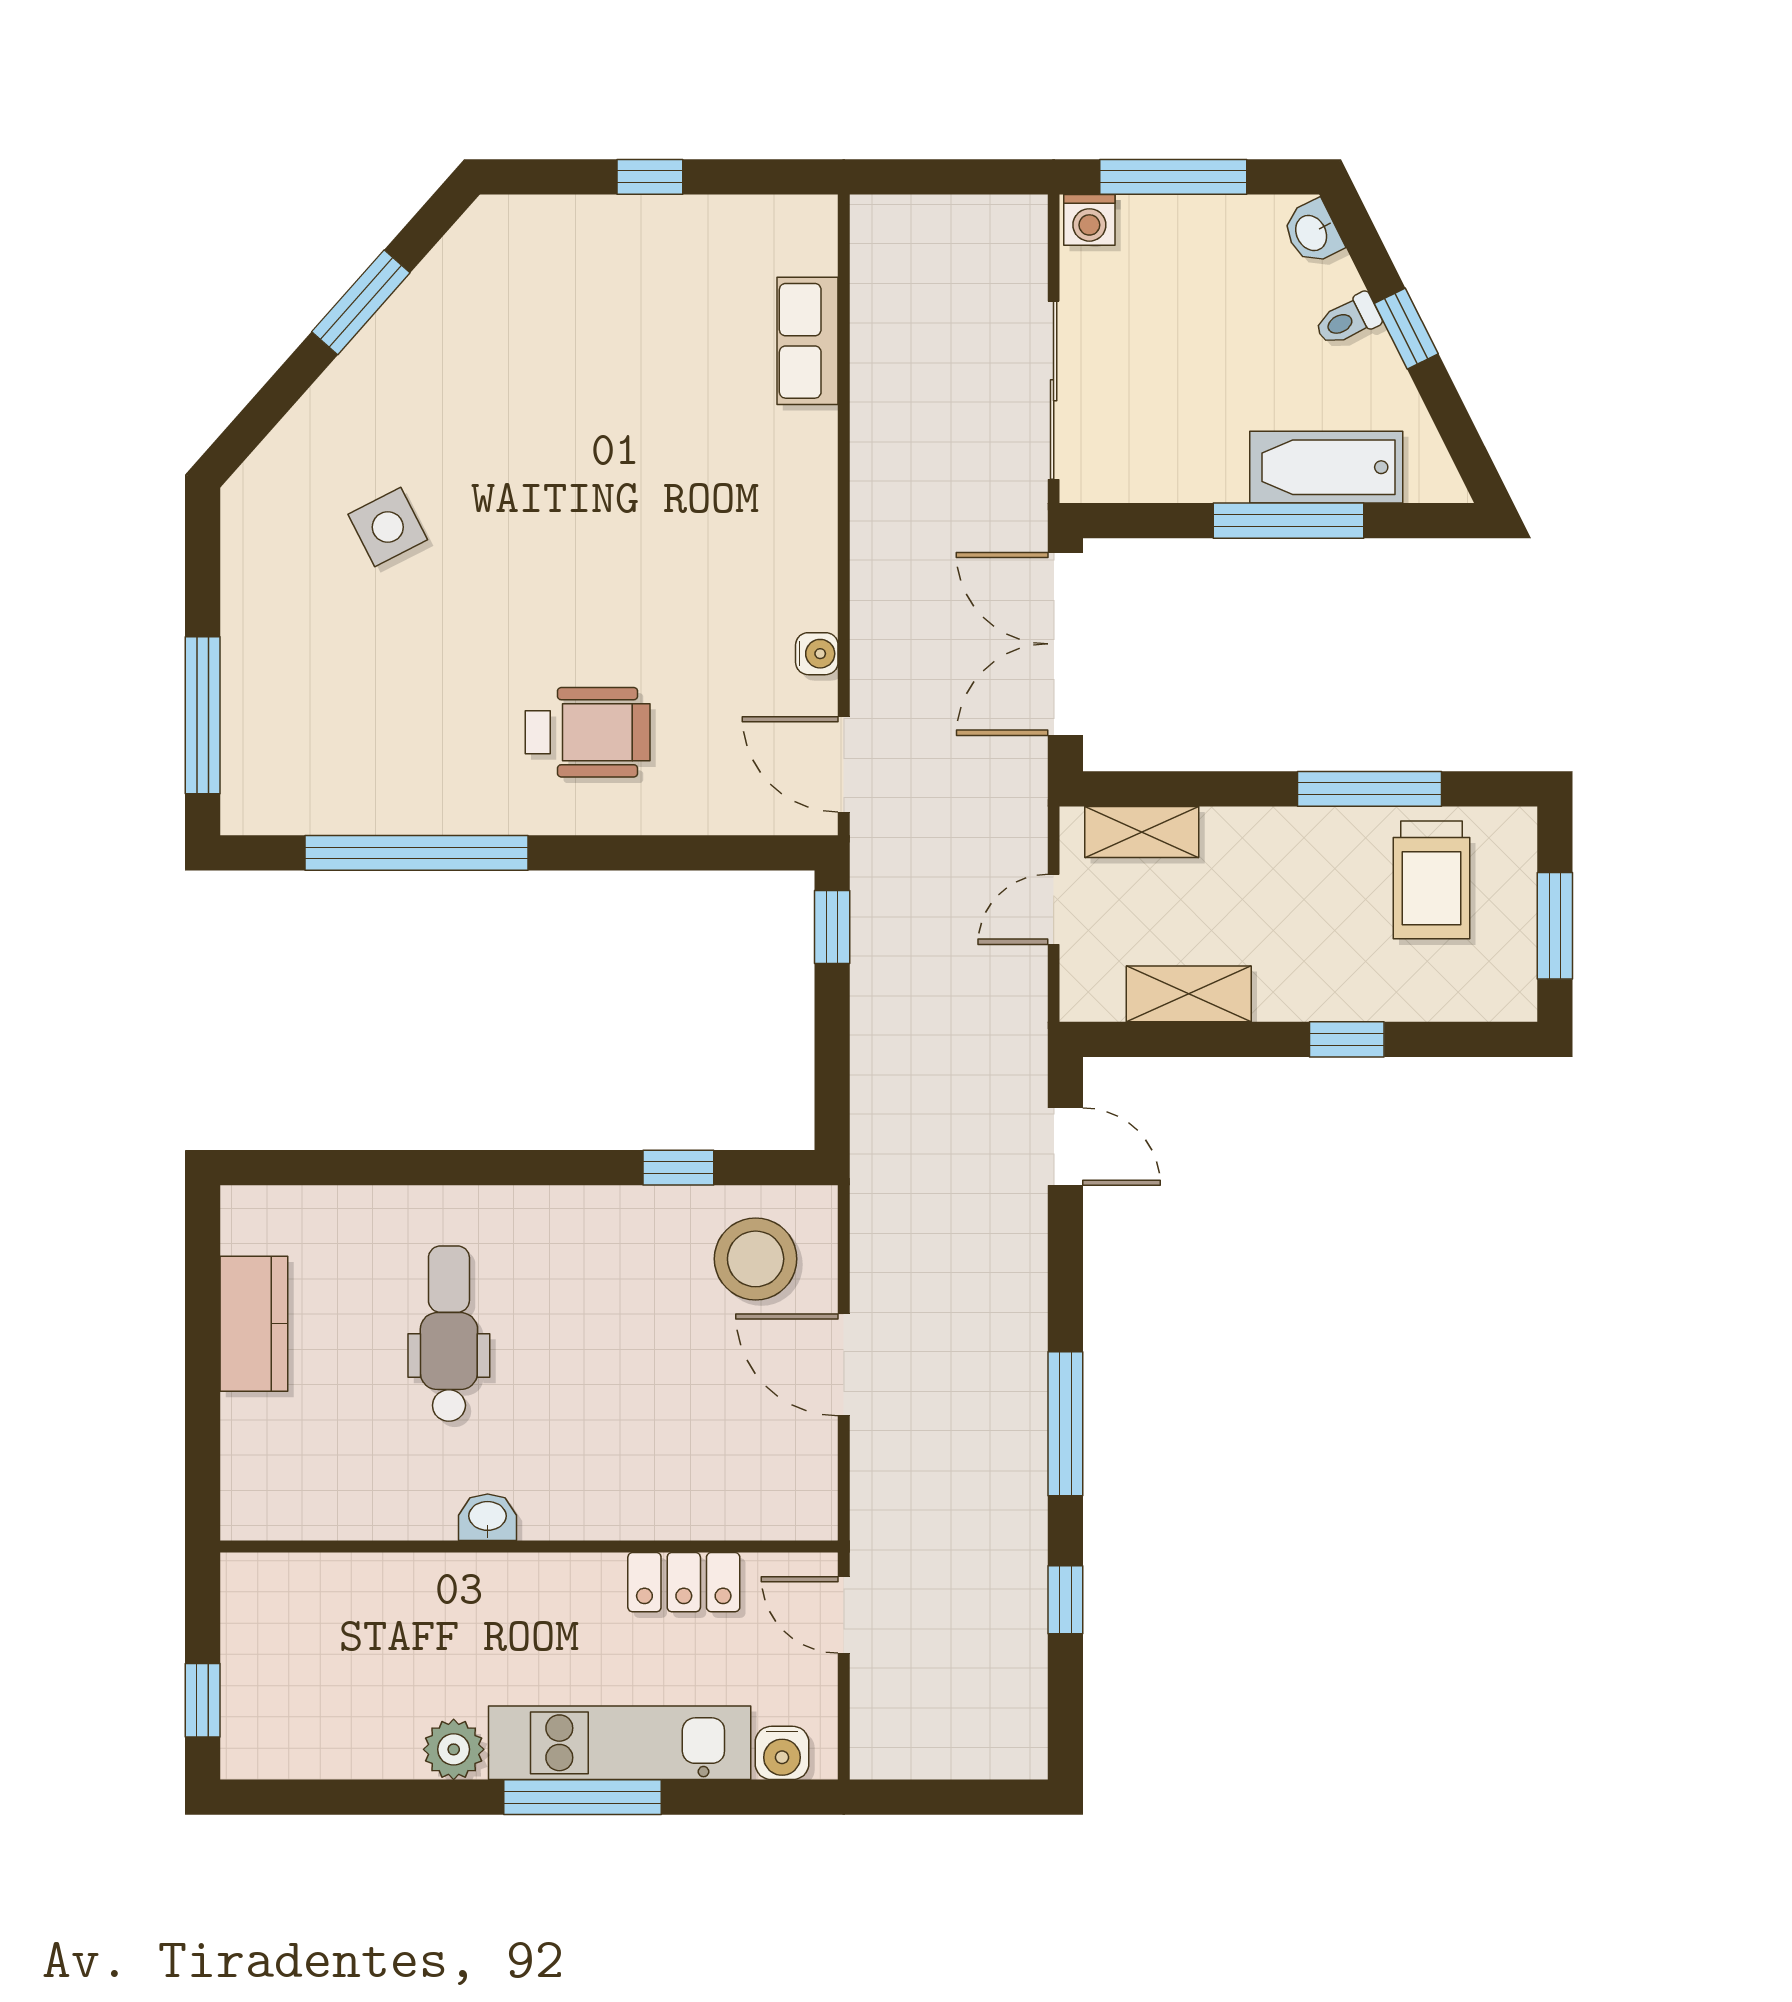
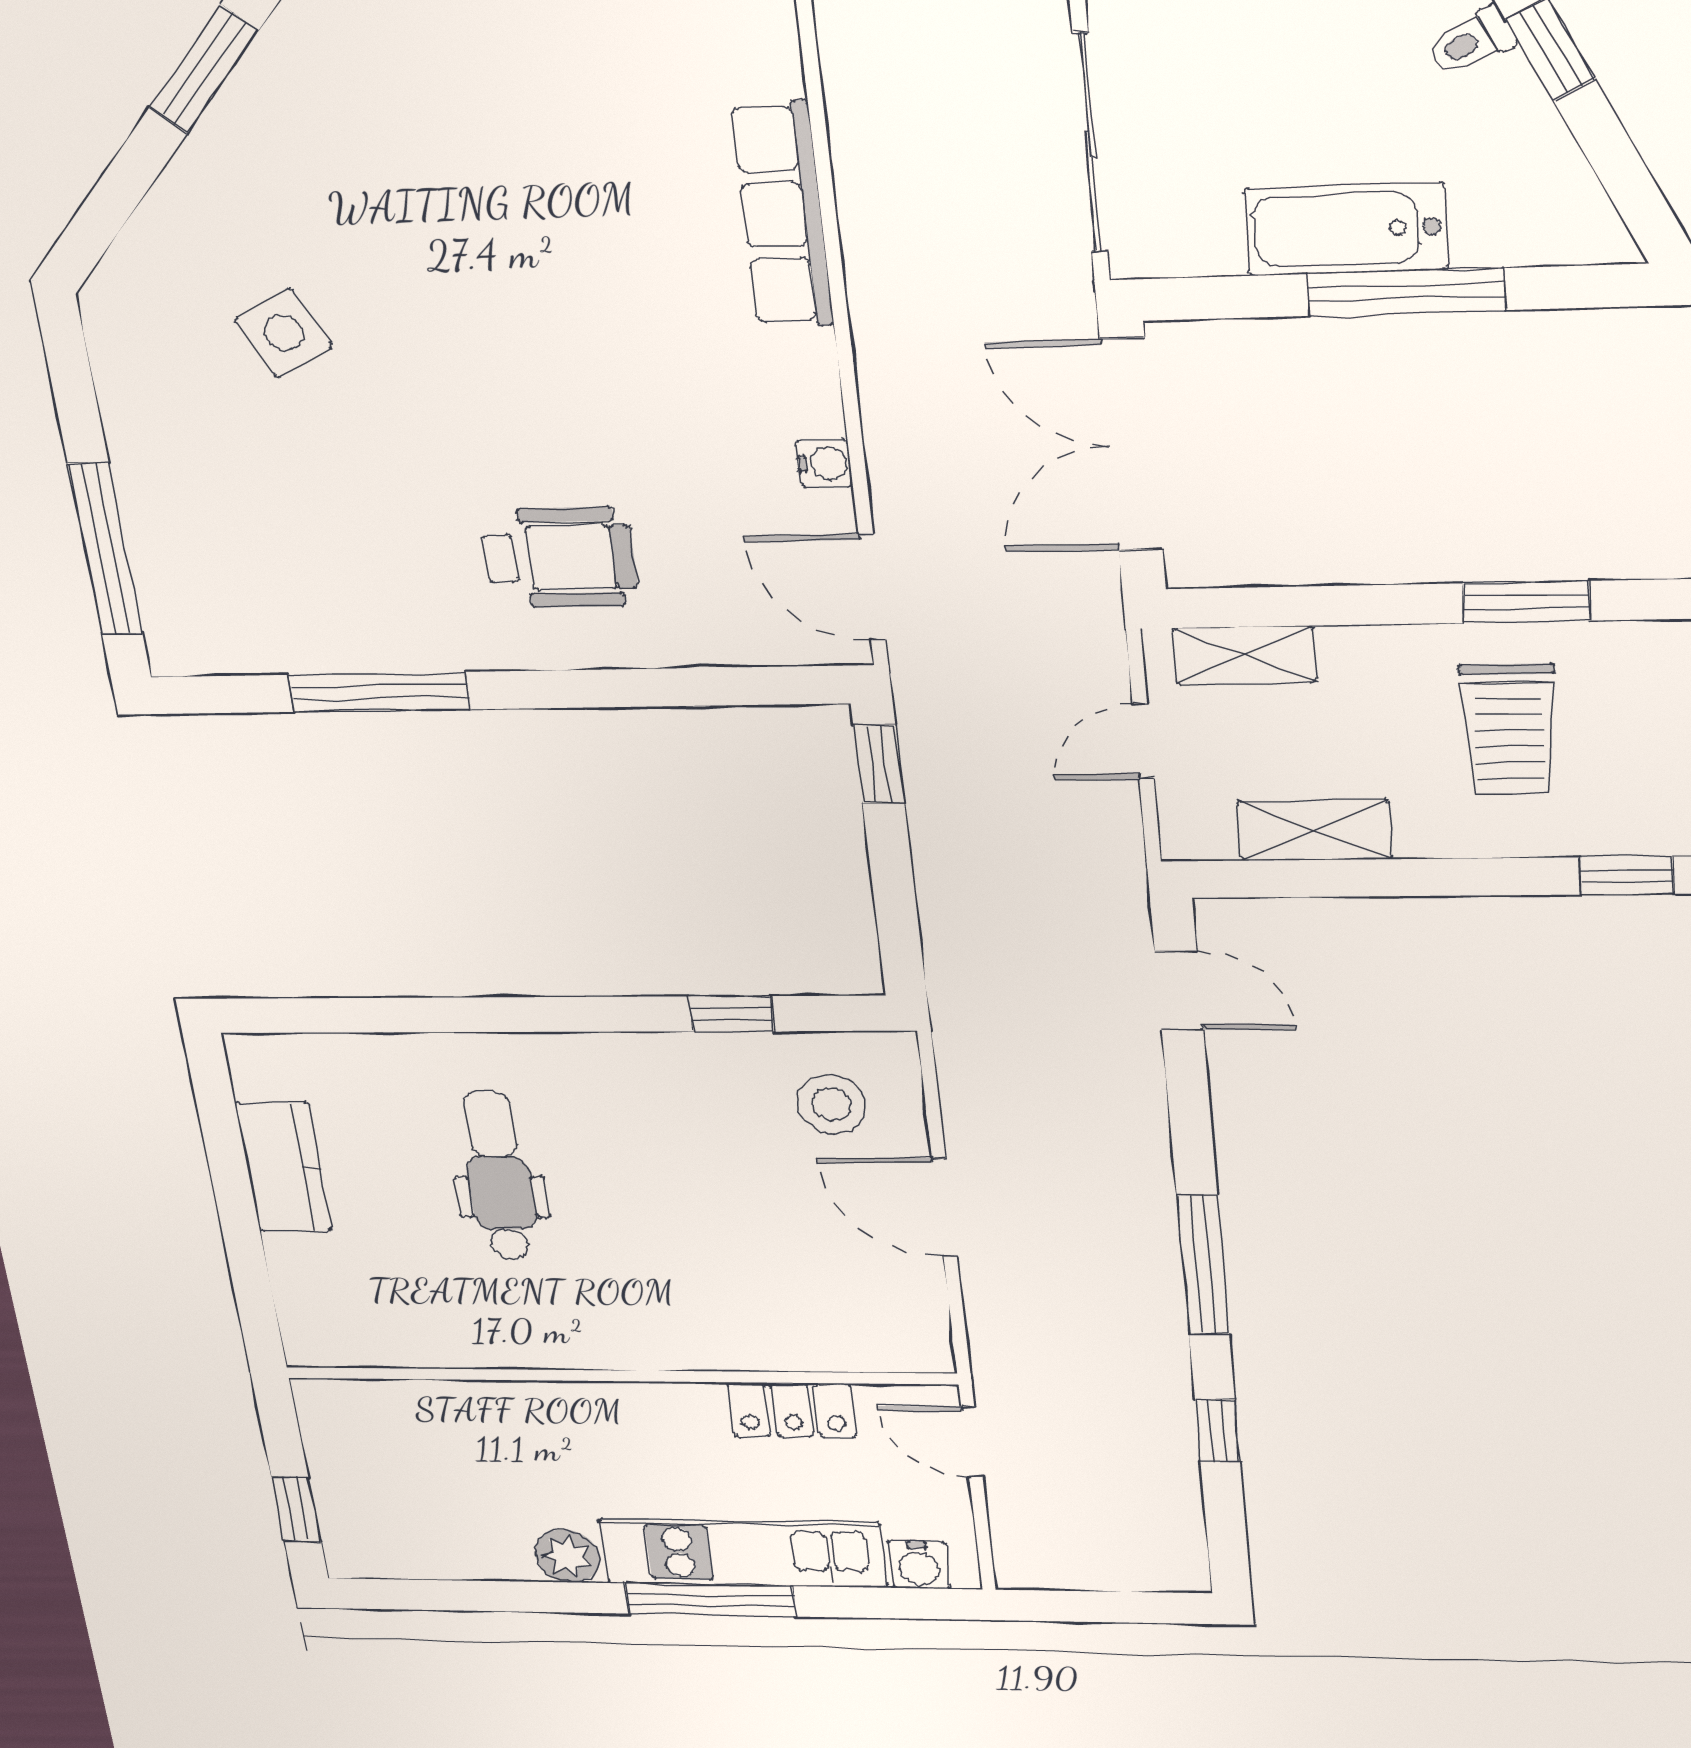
row of seats: (807, 341) -> (783, 215), moved, width x1.48
bathtub: (1326, 467) -> (1346, 229), moved
window: (1369, 789) -> (1526, 602), width x0.69
window: (416, 853) -> (380, 692), width x0.68
trolley: (1431, 880) -> (1509, 729), moved
window: (1347, 1039) -> (1627, 876), moved
stool: (756, 1259) -> (832, 1104), width x0.73, depth x0.73
washbasin: (488, 1517) -> (569, 1349), removed

